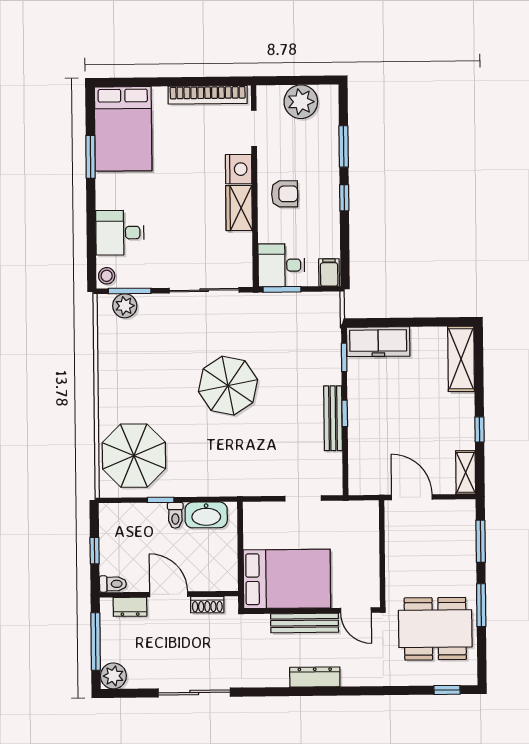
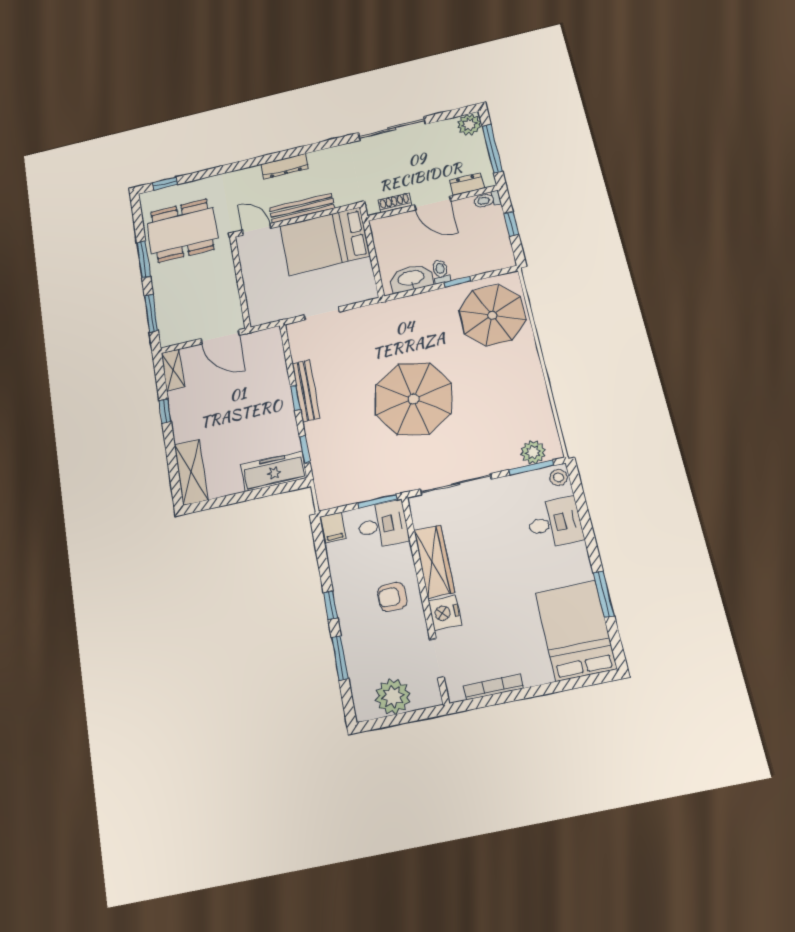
bookcase: (208, 95) -> (494, 687), width x0.68, depth x0.76
wardrobe: (239, 208) -> (434, 562), width x1.50
parasol: (228, 386) -> (414, 399), width x1.36, depth x1.36

